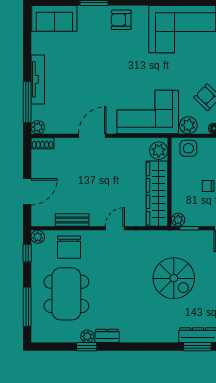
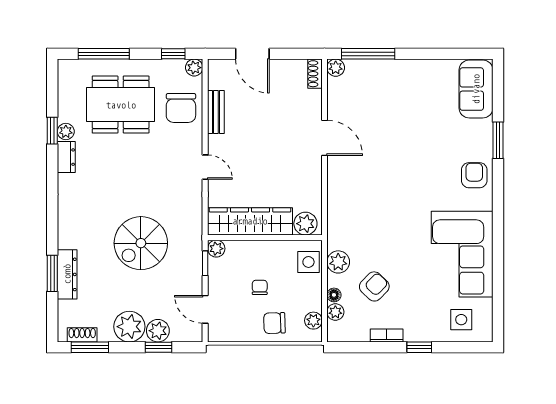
tv unit: (38, 79) -> (397, 68), removed
corner sofa: (148, 112) -> (355, 210), removed
chair: (69, 247) -> (181, 108), turned -90

